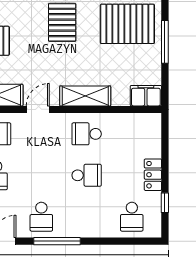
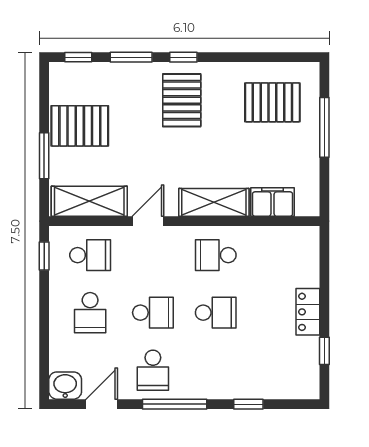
pallet: (127, 24) -> (272, 102), width x0.73, depth x0.71
filing cabinet: (146, 96) -> (272, 202), moved
school desk: (132, 217) -> (153, 313), moved, turned -90
window: (110, 241) -> (248, 404), added

